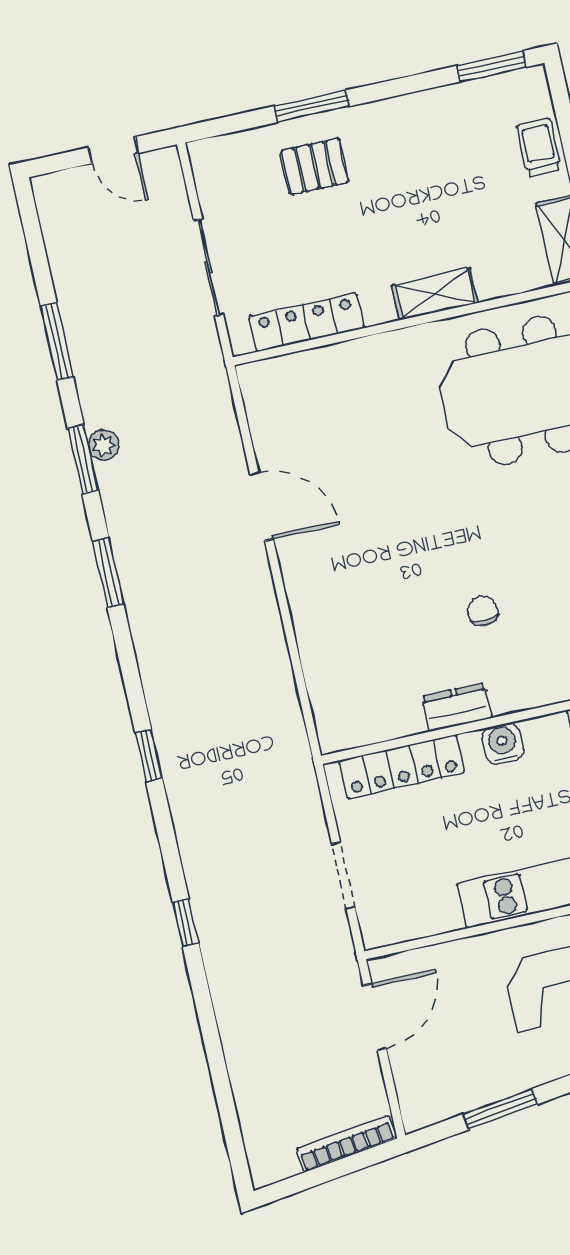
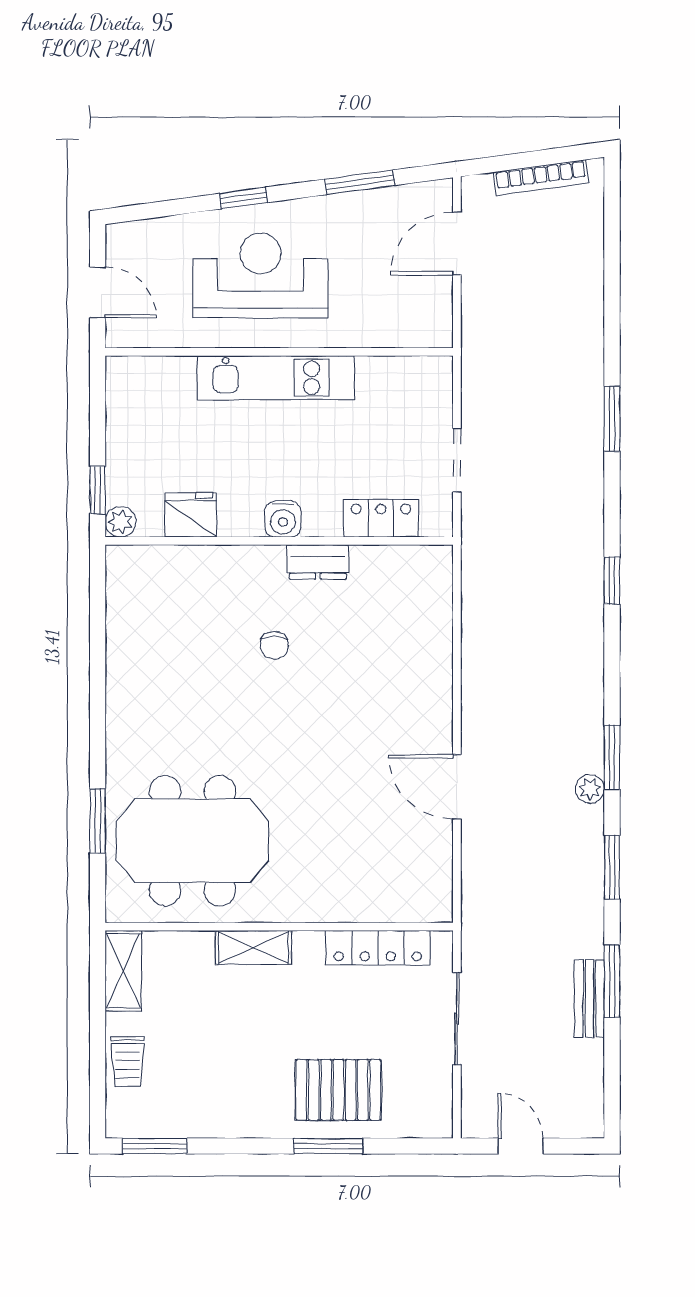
pallet: (315, 166) -> (338, 1090), width x1.50, depth x1.42
bench: (76, 318) -> (589, 999), added
plant: (104, 445) -> (590, 789), moved
locker: (402, 767) -> (381, 518), width x0.66
doorway: (343, 876) -> (457, 460), moved
window: (186, 923) -> (612, 419), width x1.50
door: (375, 1017) -> (457, 244), moved
bookcase: (346, 1144) -> (541, 178), moved

